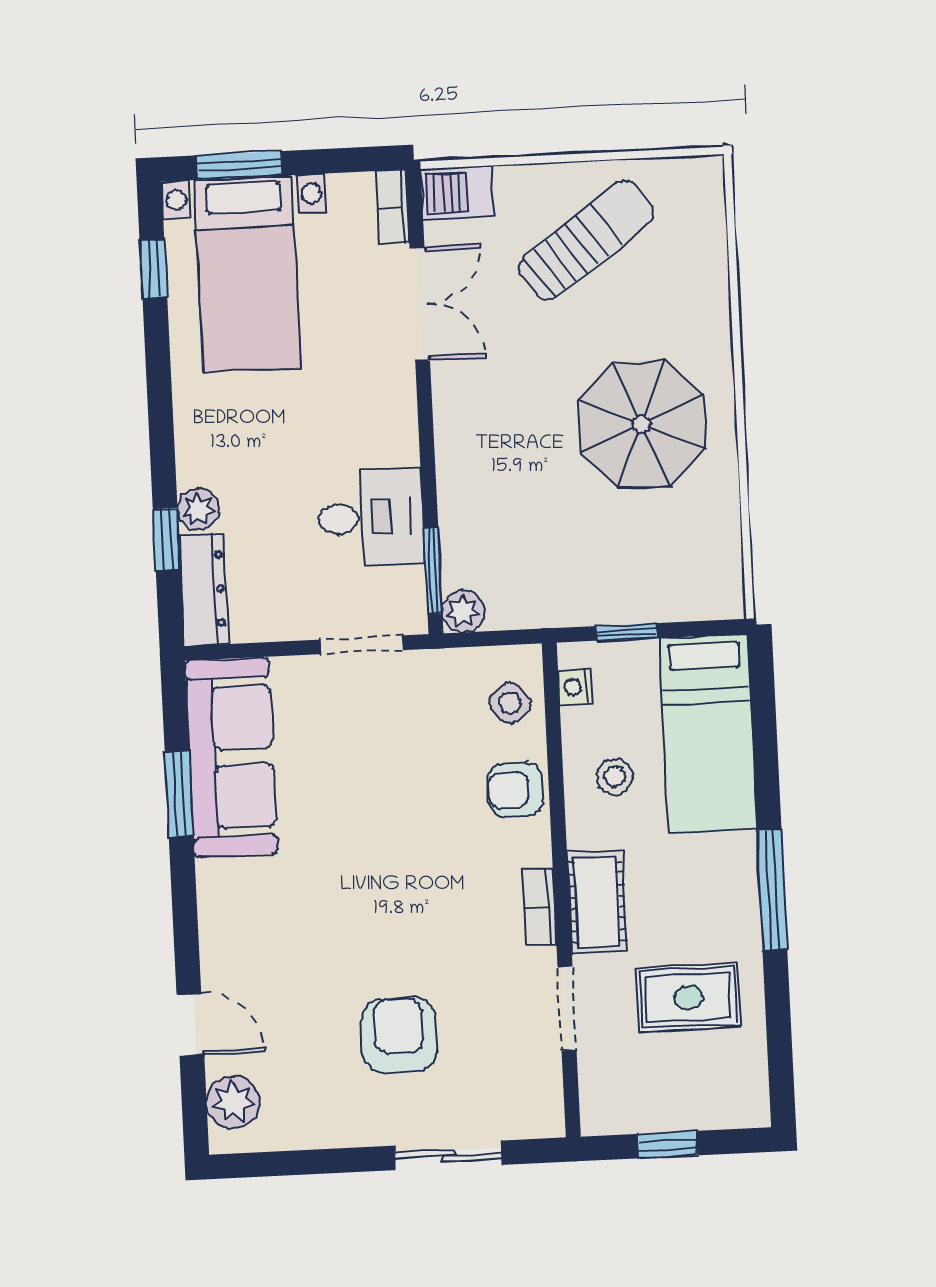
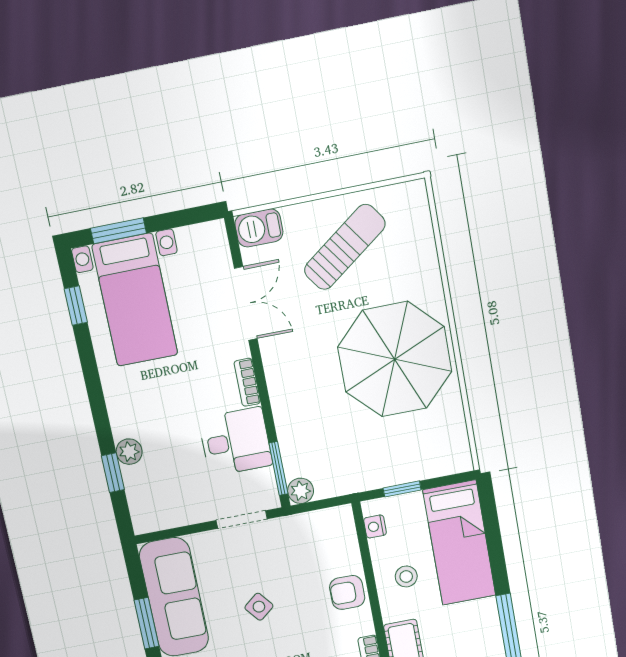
bookcase: (393, 207) -> (247, 382), moved
parasol: (641, 424) -> (395, 359), width x1.36, depth x1.36
dresser: (203, 589) -> (140, 500), removed
side table: (510, 703) -> (259, 607), moved

